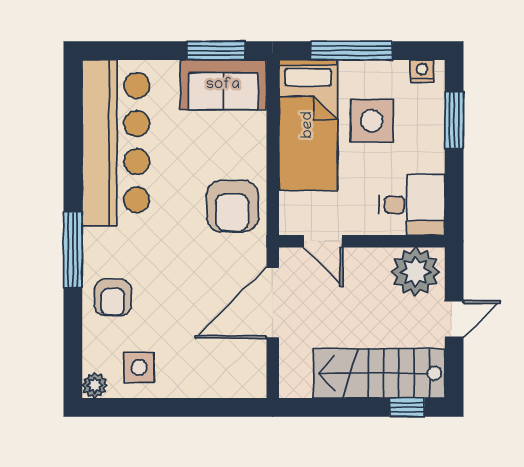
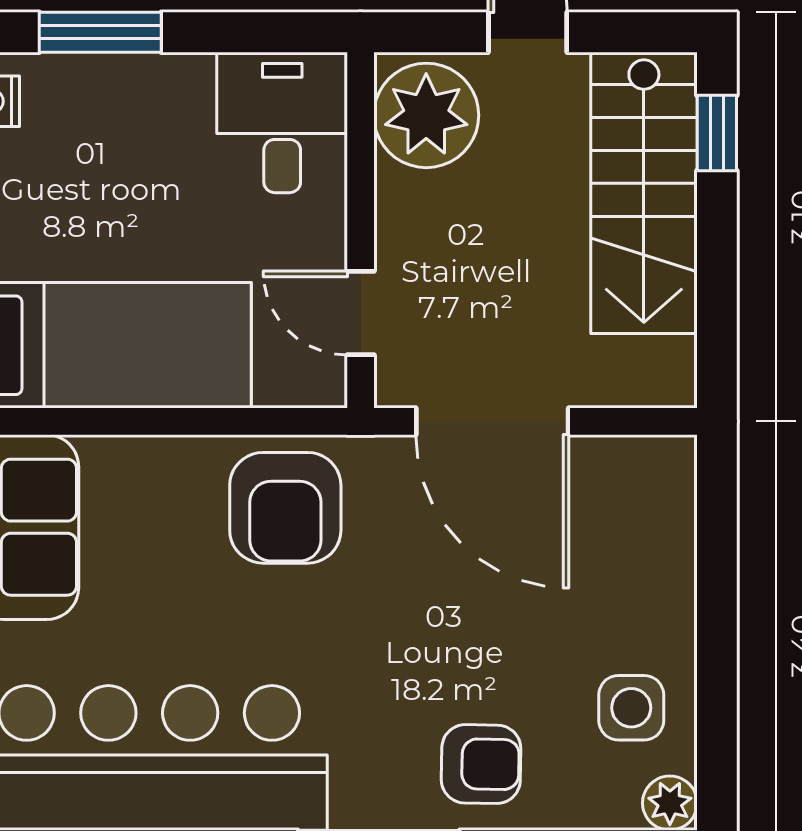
side table: (372, 121) -> (102, 209), removed
armchair: (232, 206) -> (285, 508), turned 90
door: (323, 241) -> (361, 313), swing flipped

